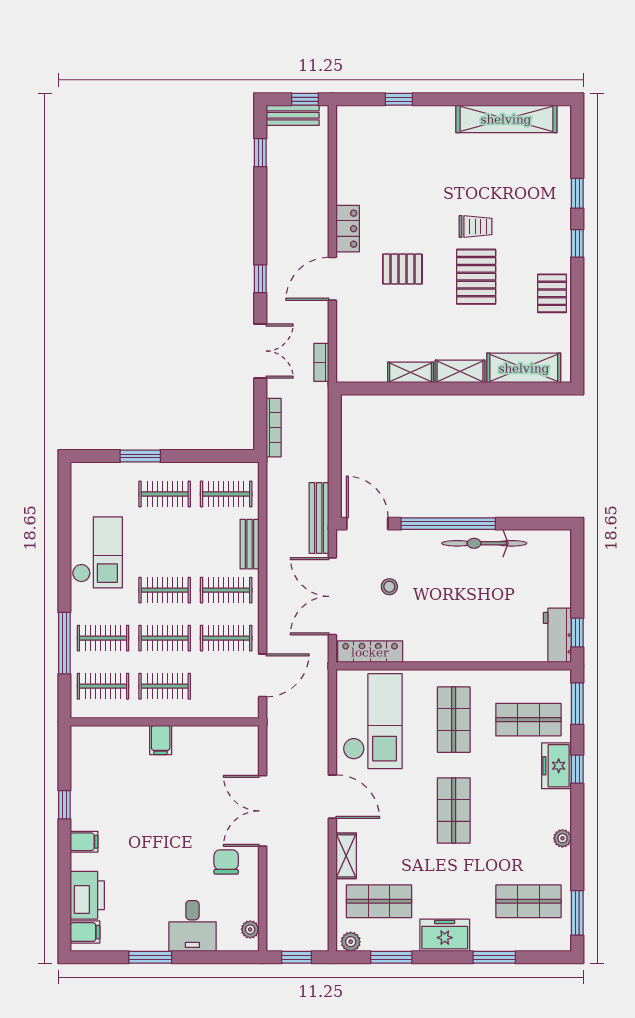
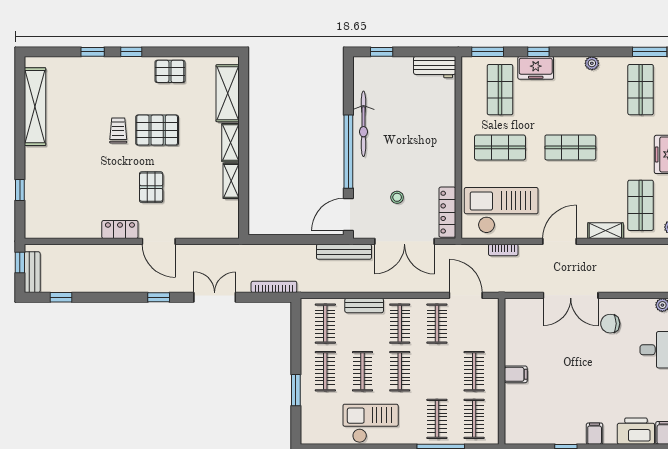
bookcase: (321, 362) -> (503, 250), moved
window: (577, 633) -> (382, 52), moved
clothes rail: (165, 638) -> (363, 371), moved

